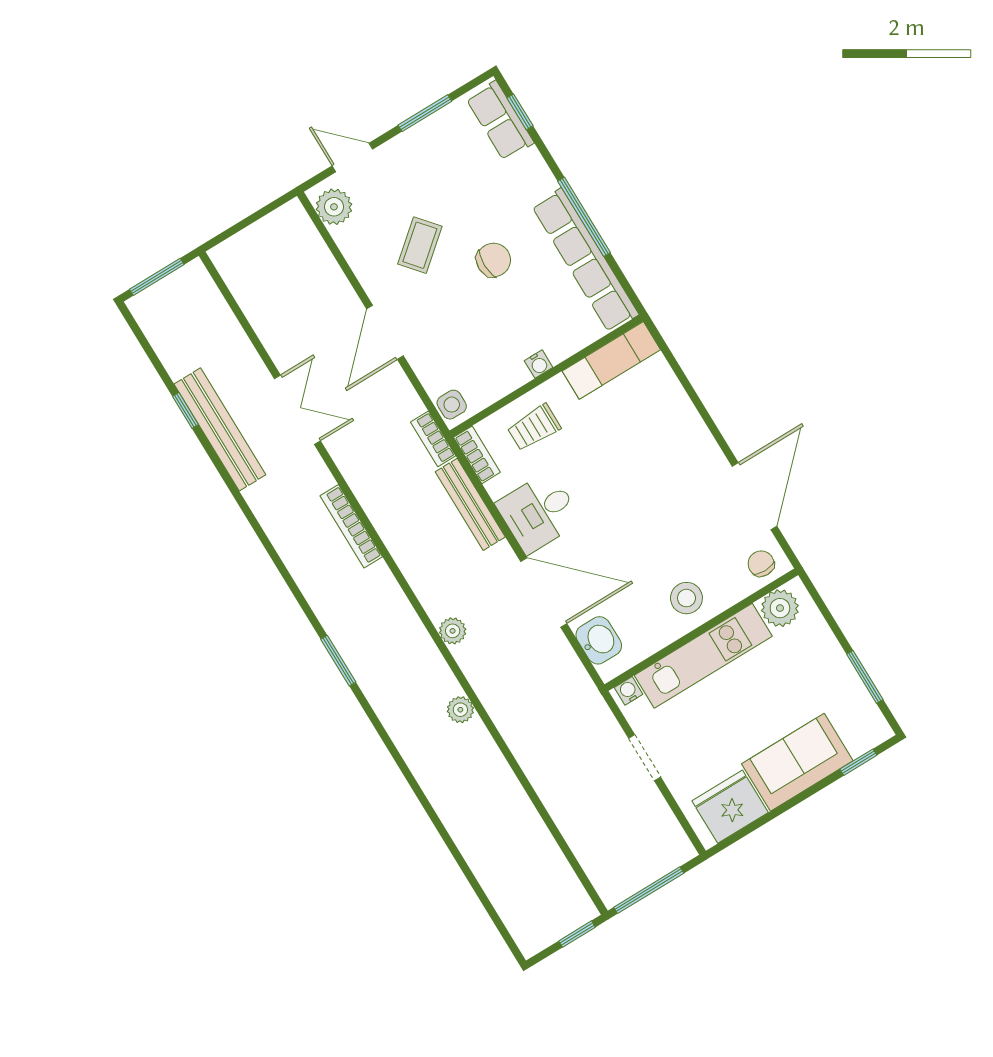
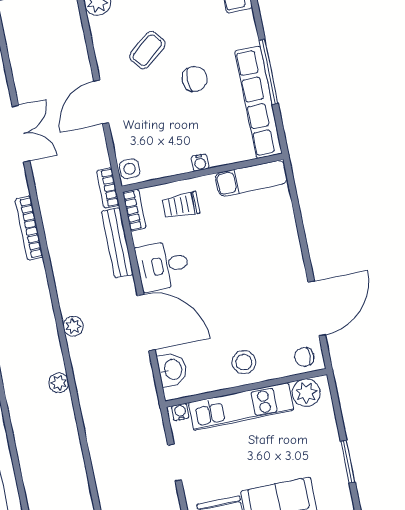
chair: (761, 564) -> (304, 357), turned -90

